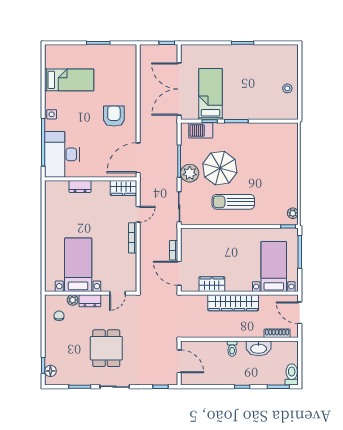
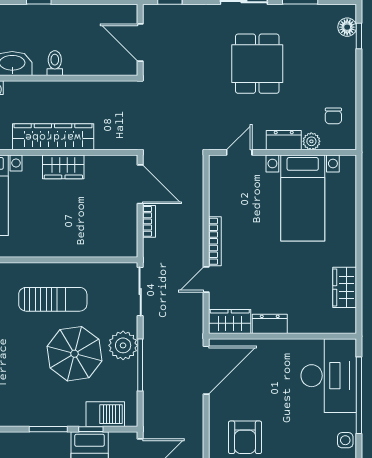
dresser: (80, 186) -> (270, 324), moved
wardrobe: (52, 209) -> (345, 287), added
wardrobe: (212, 284) -> (63, 167), moved

